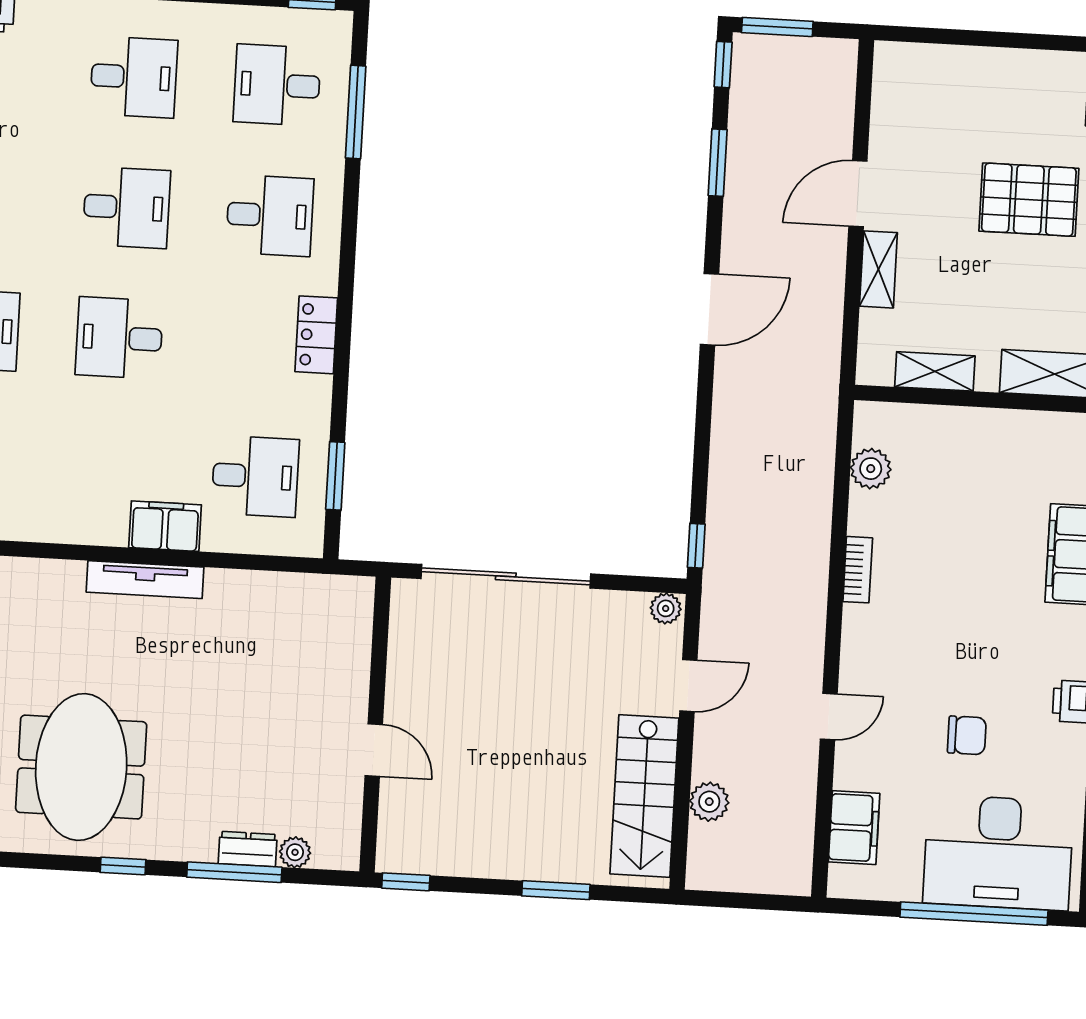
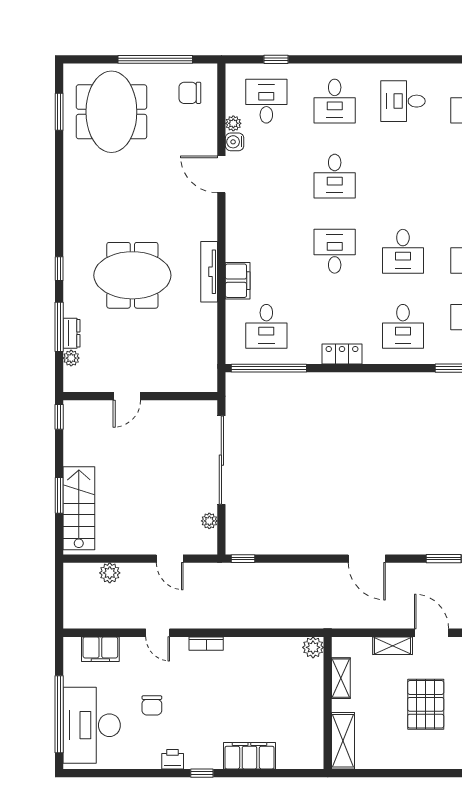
pallet: (1029, 200) -> (426, 704), moved
plant: (871, 469) -> (313, 647), moved
window: (335, 476) -> (269, 368), width x2.11
bookcase: (858, 570) -> (206, 644), moved
plant: (666, 608) -> (209, 521), moved
meeting table: (81, 767) -> (132, 275), moved
stairs: (644, 796) -> (79, 508), moved, turned 90

